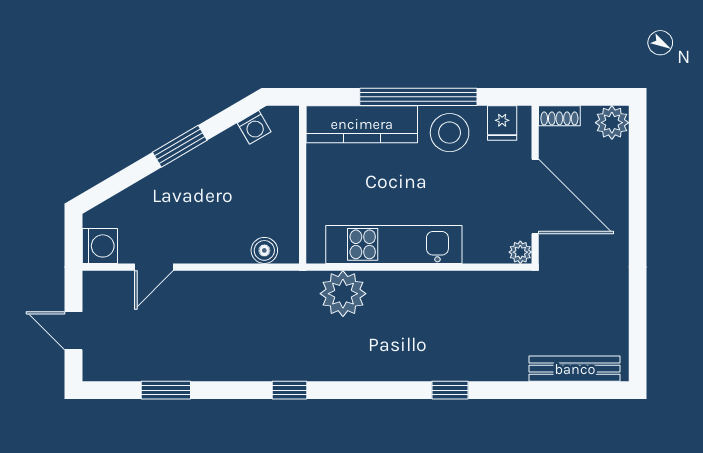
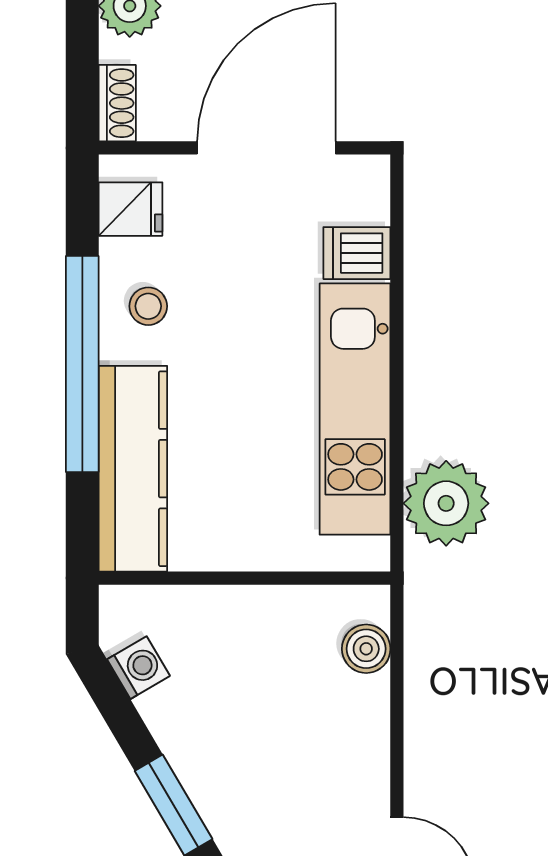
stool: (450, 133) -> (148, 306), width x0.53, depth x0.53
dishwasher: (478, 245) -> (357, 253), added
plant: (520, 252) -> (369, 175), removed

